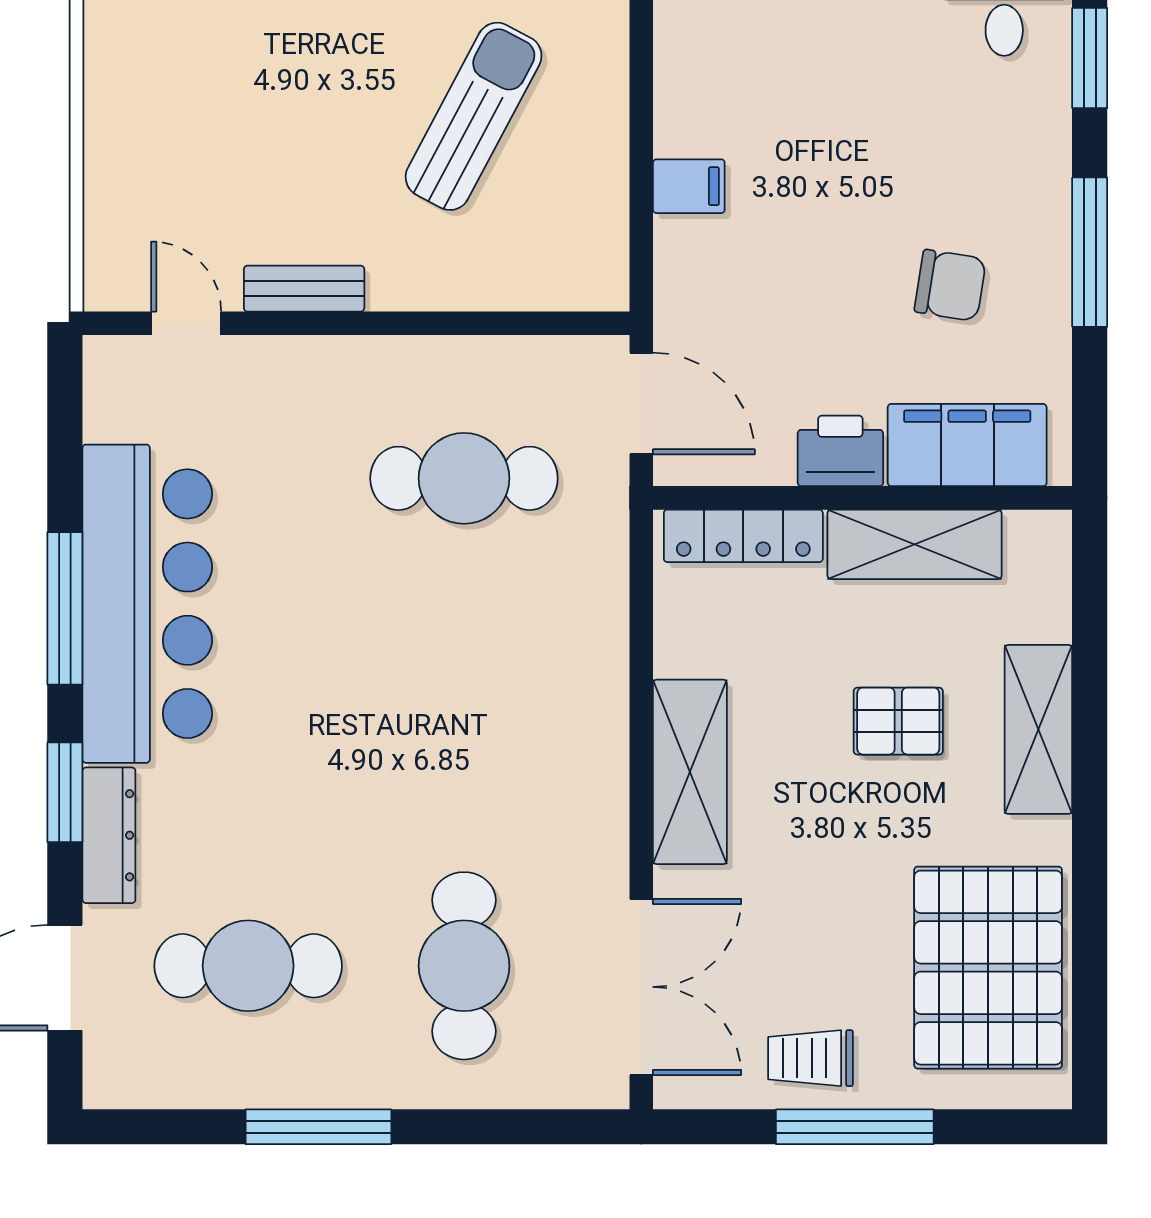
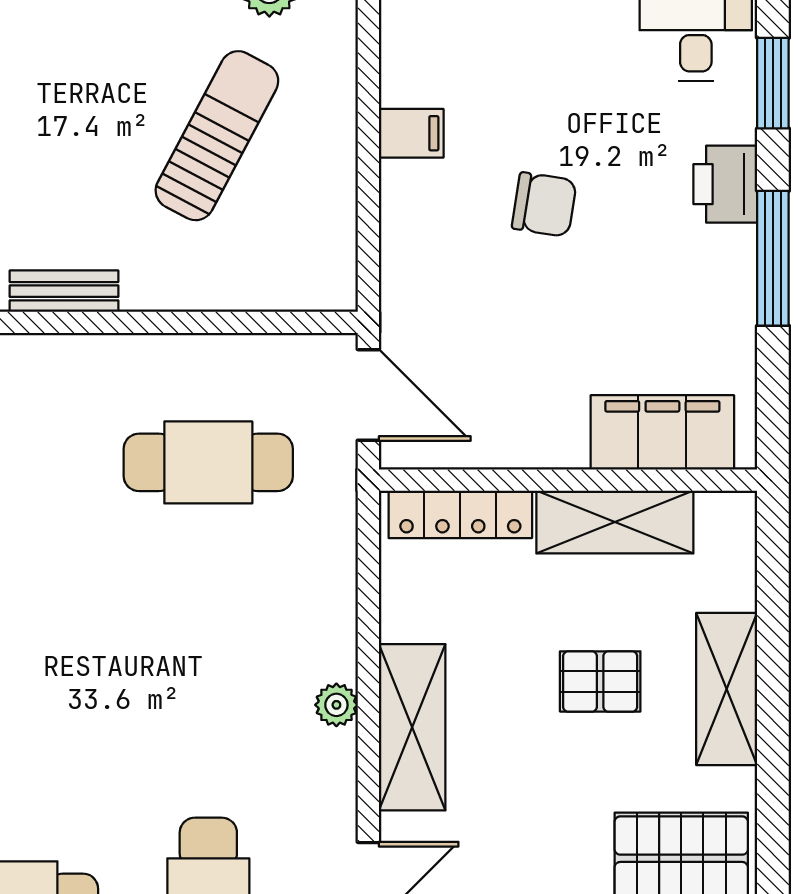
filing cabinet: (689, 186) -> (411, 133), moved
chair: (950, 285) -> (544, 205), moved
printer: (840, 451) -> (725, 184), moved, turned -90
plant: (606, 747) -> (336, 705), added

